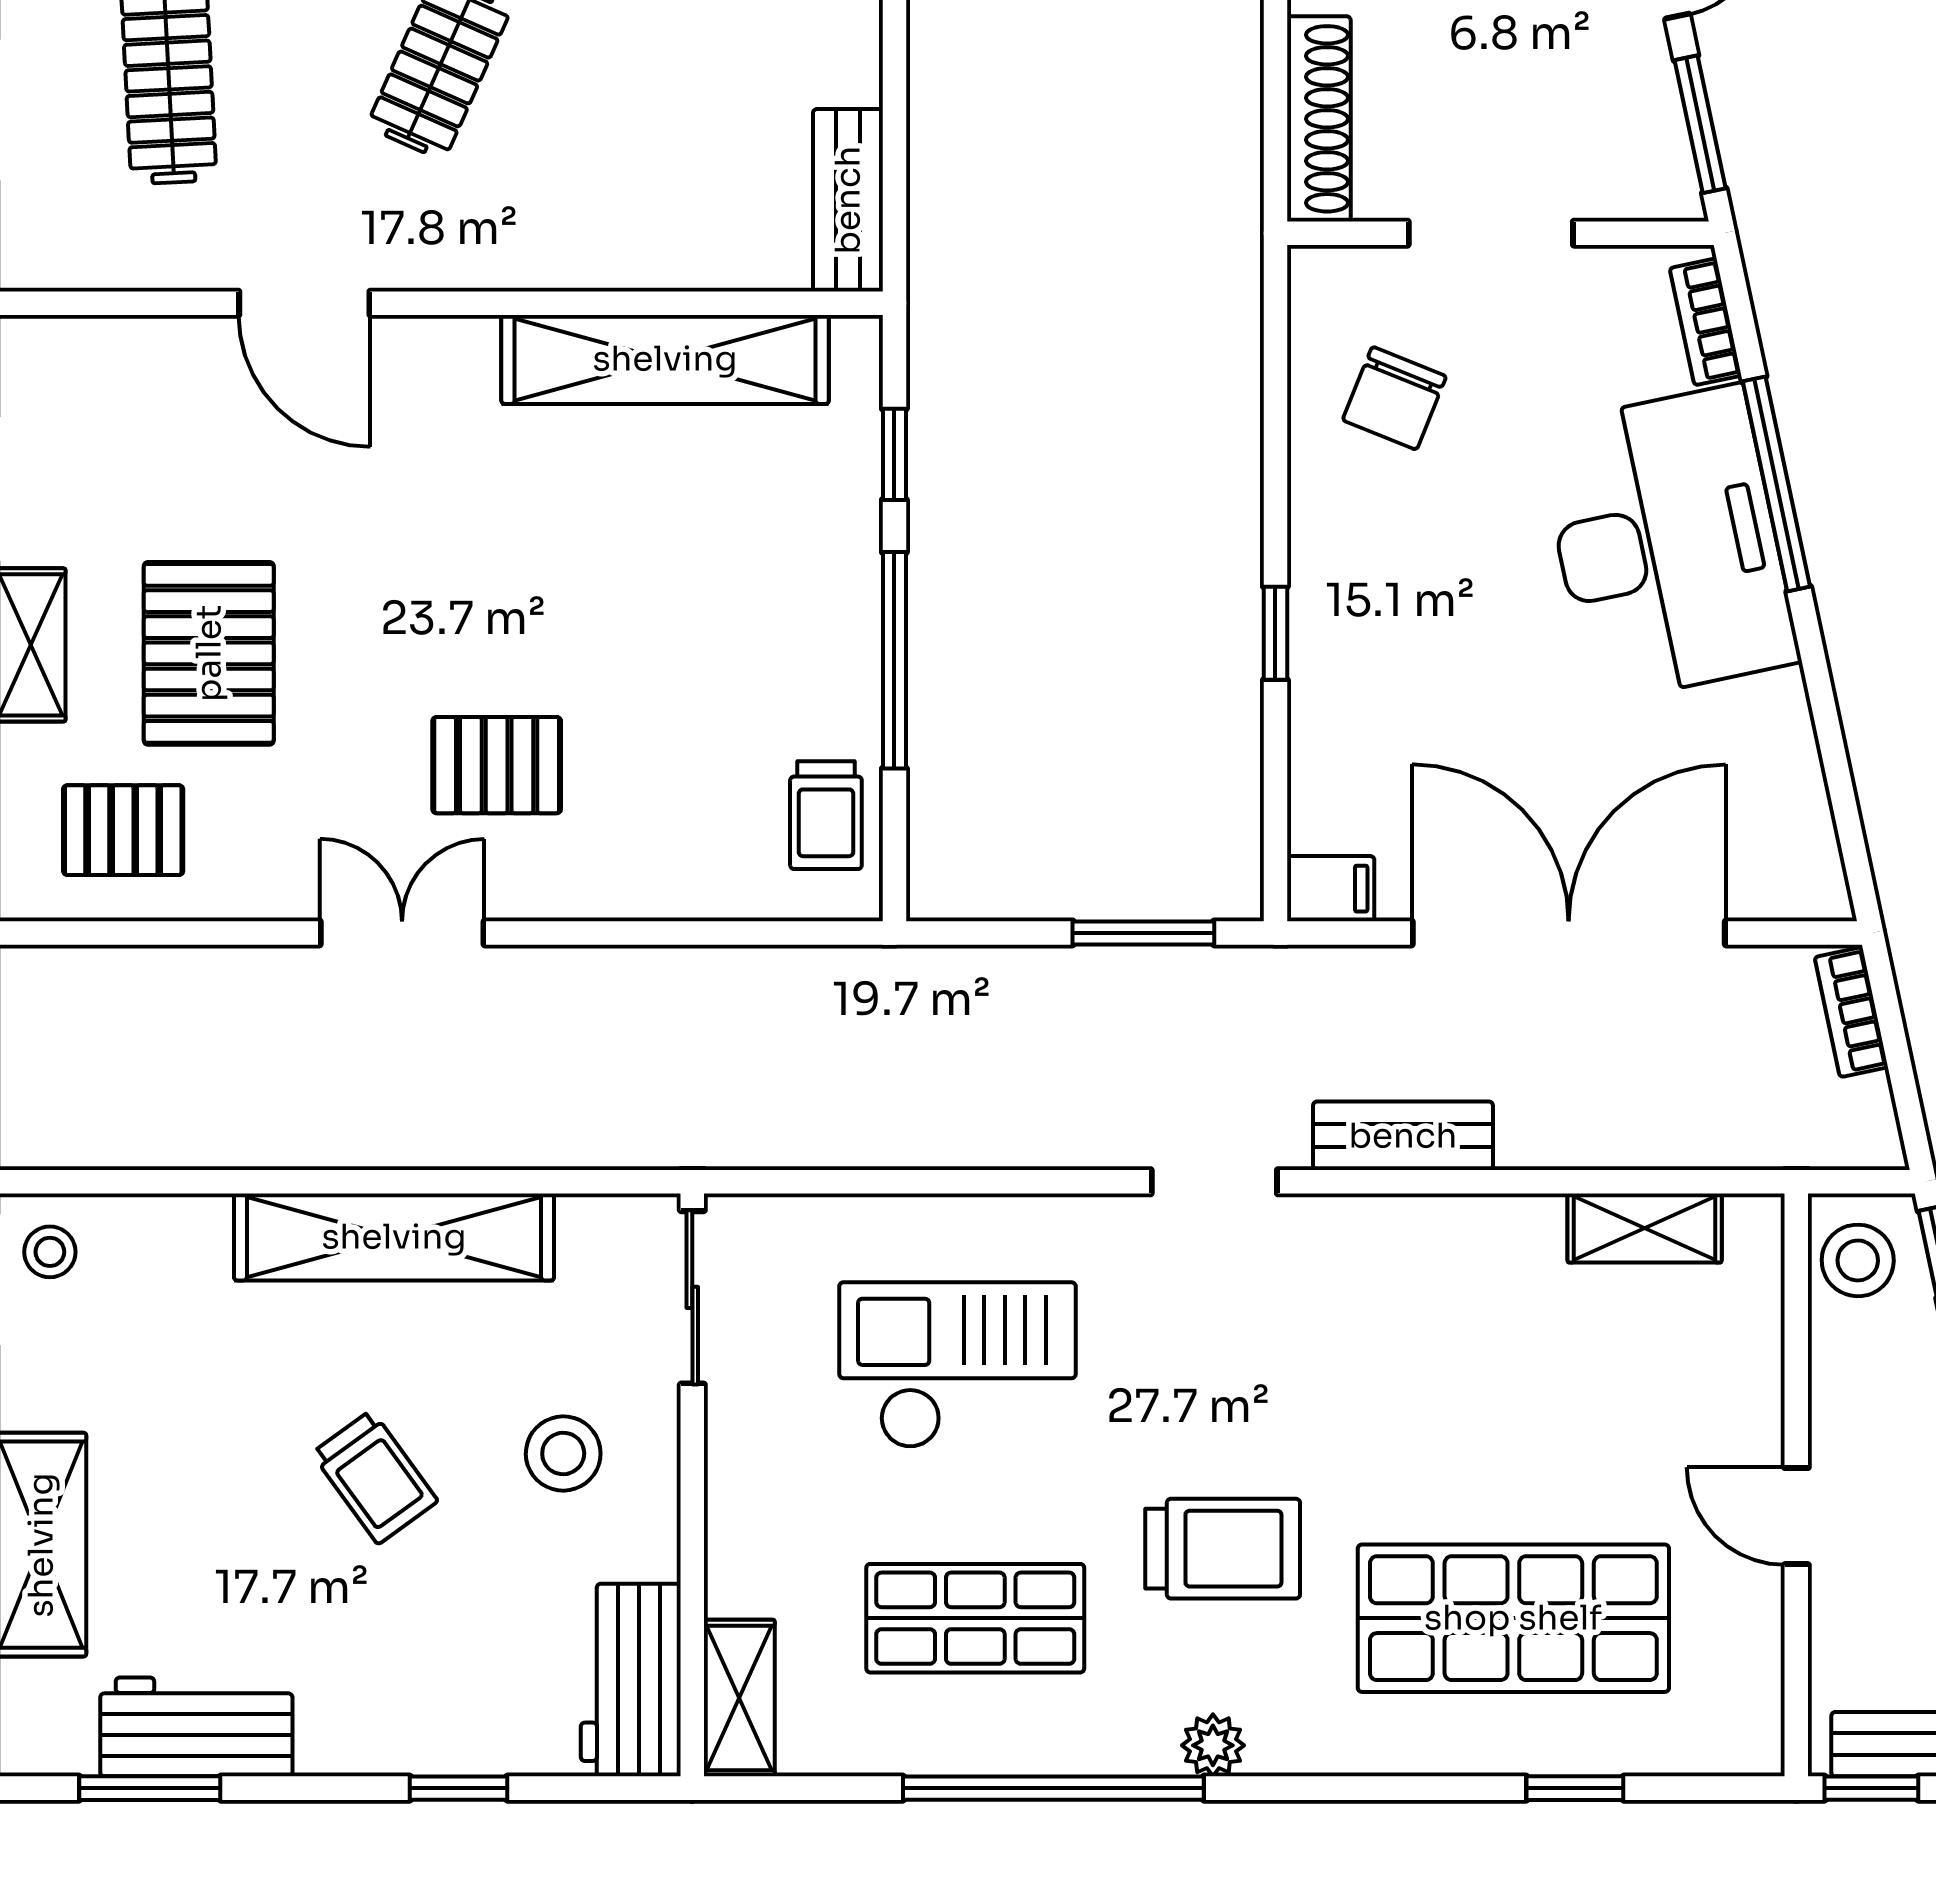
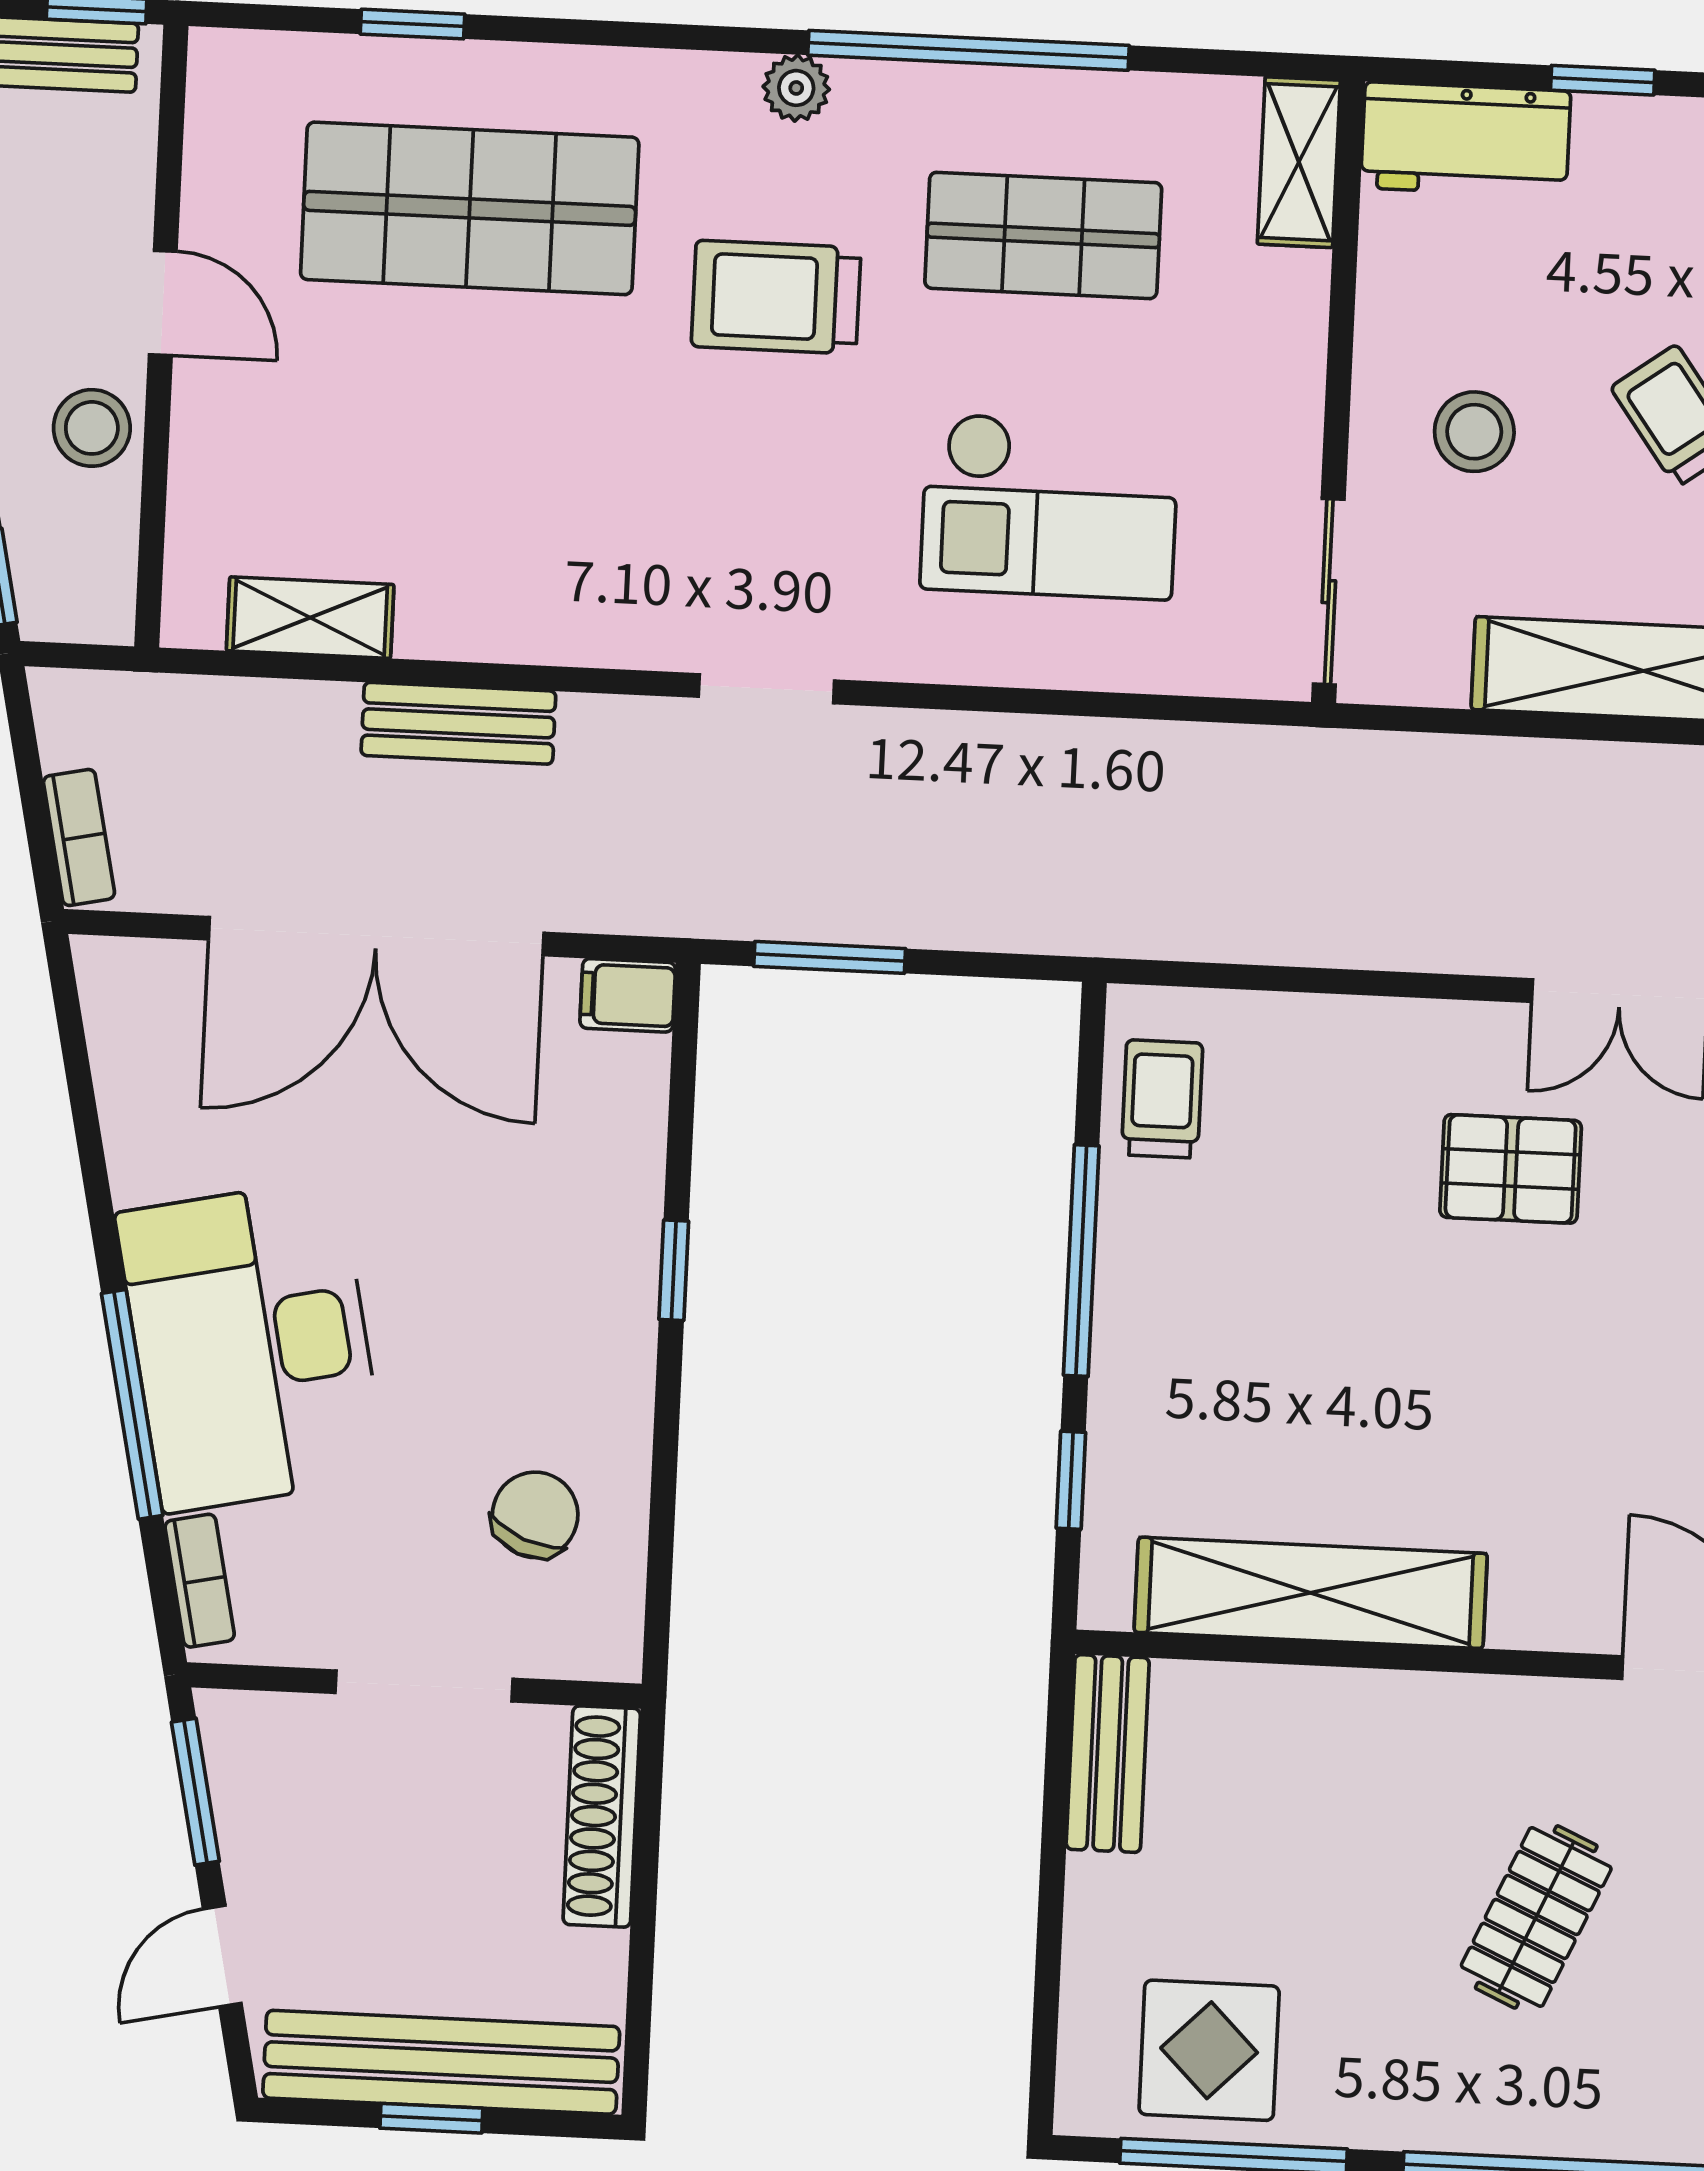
bench: (1403, 1136) -> (458, 723), moved
stool: (1858, 1260) -> (92, 428), moved
workbench: (631, 1680) -> (1466, 139), moved, turned 90

